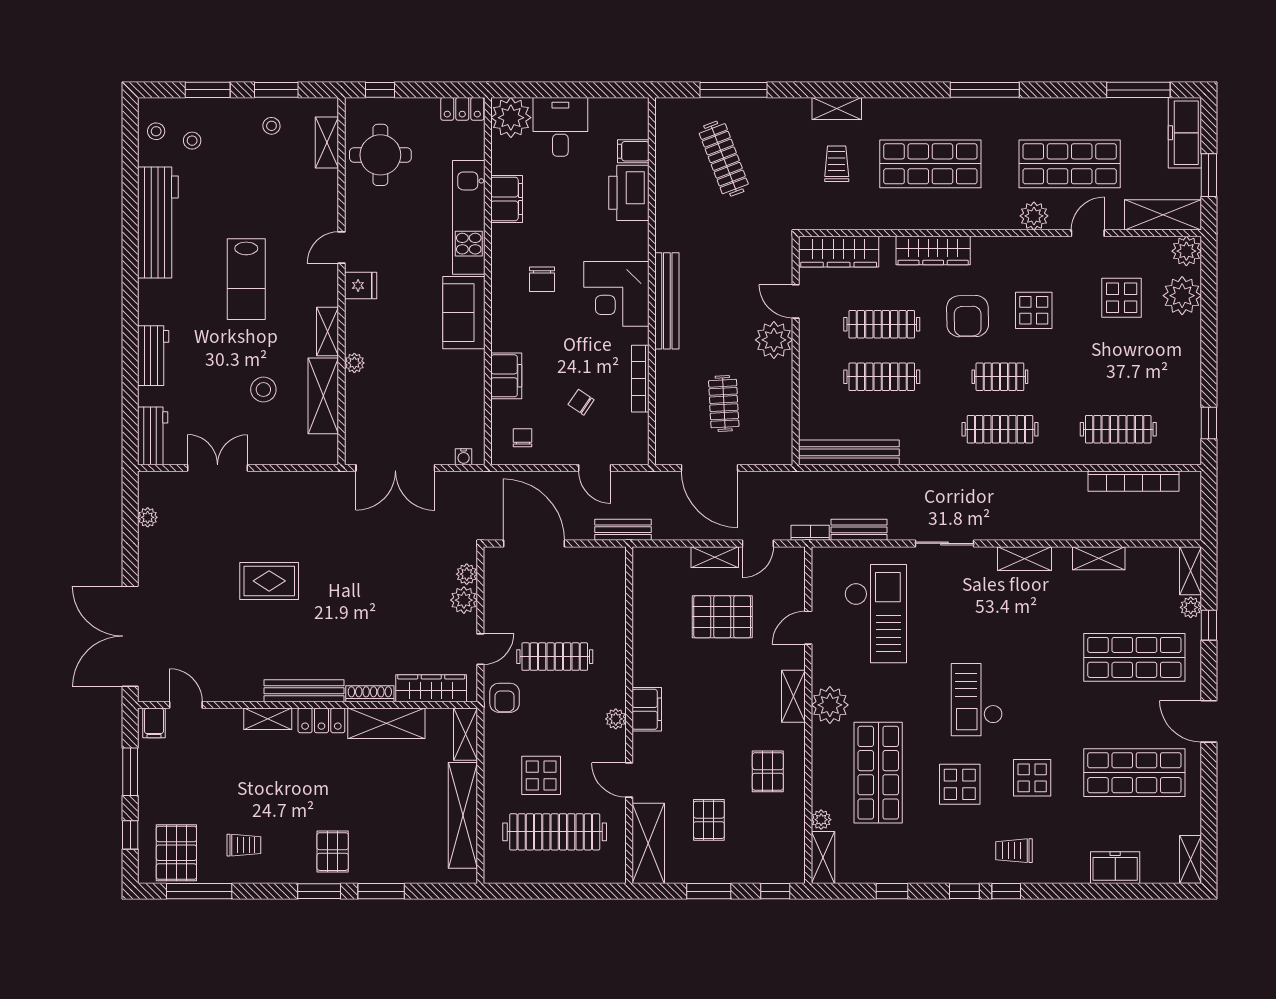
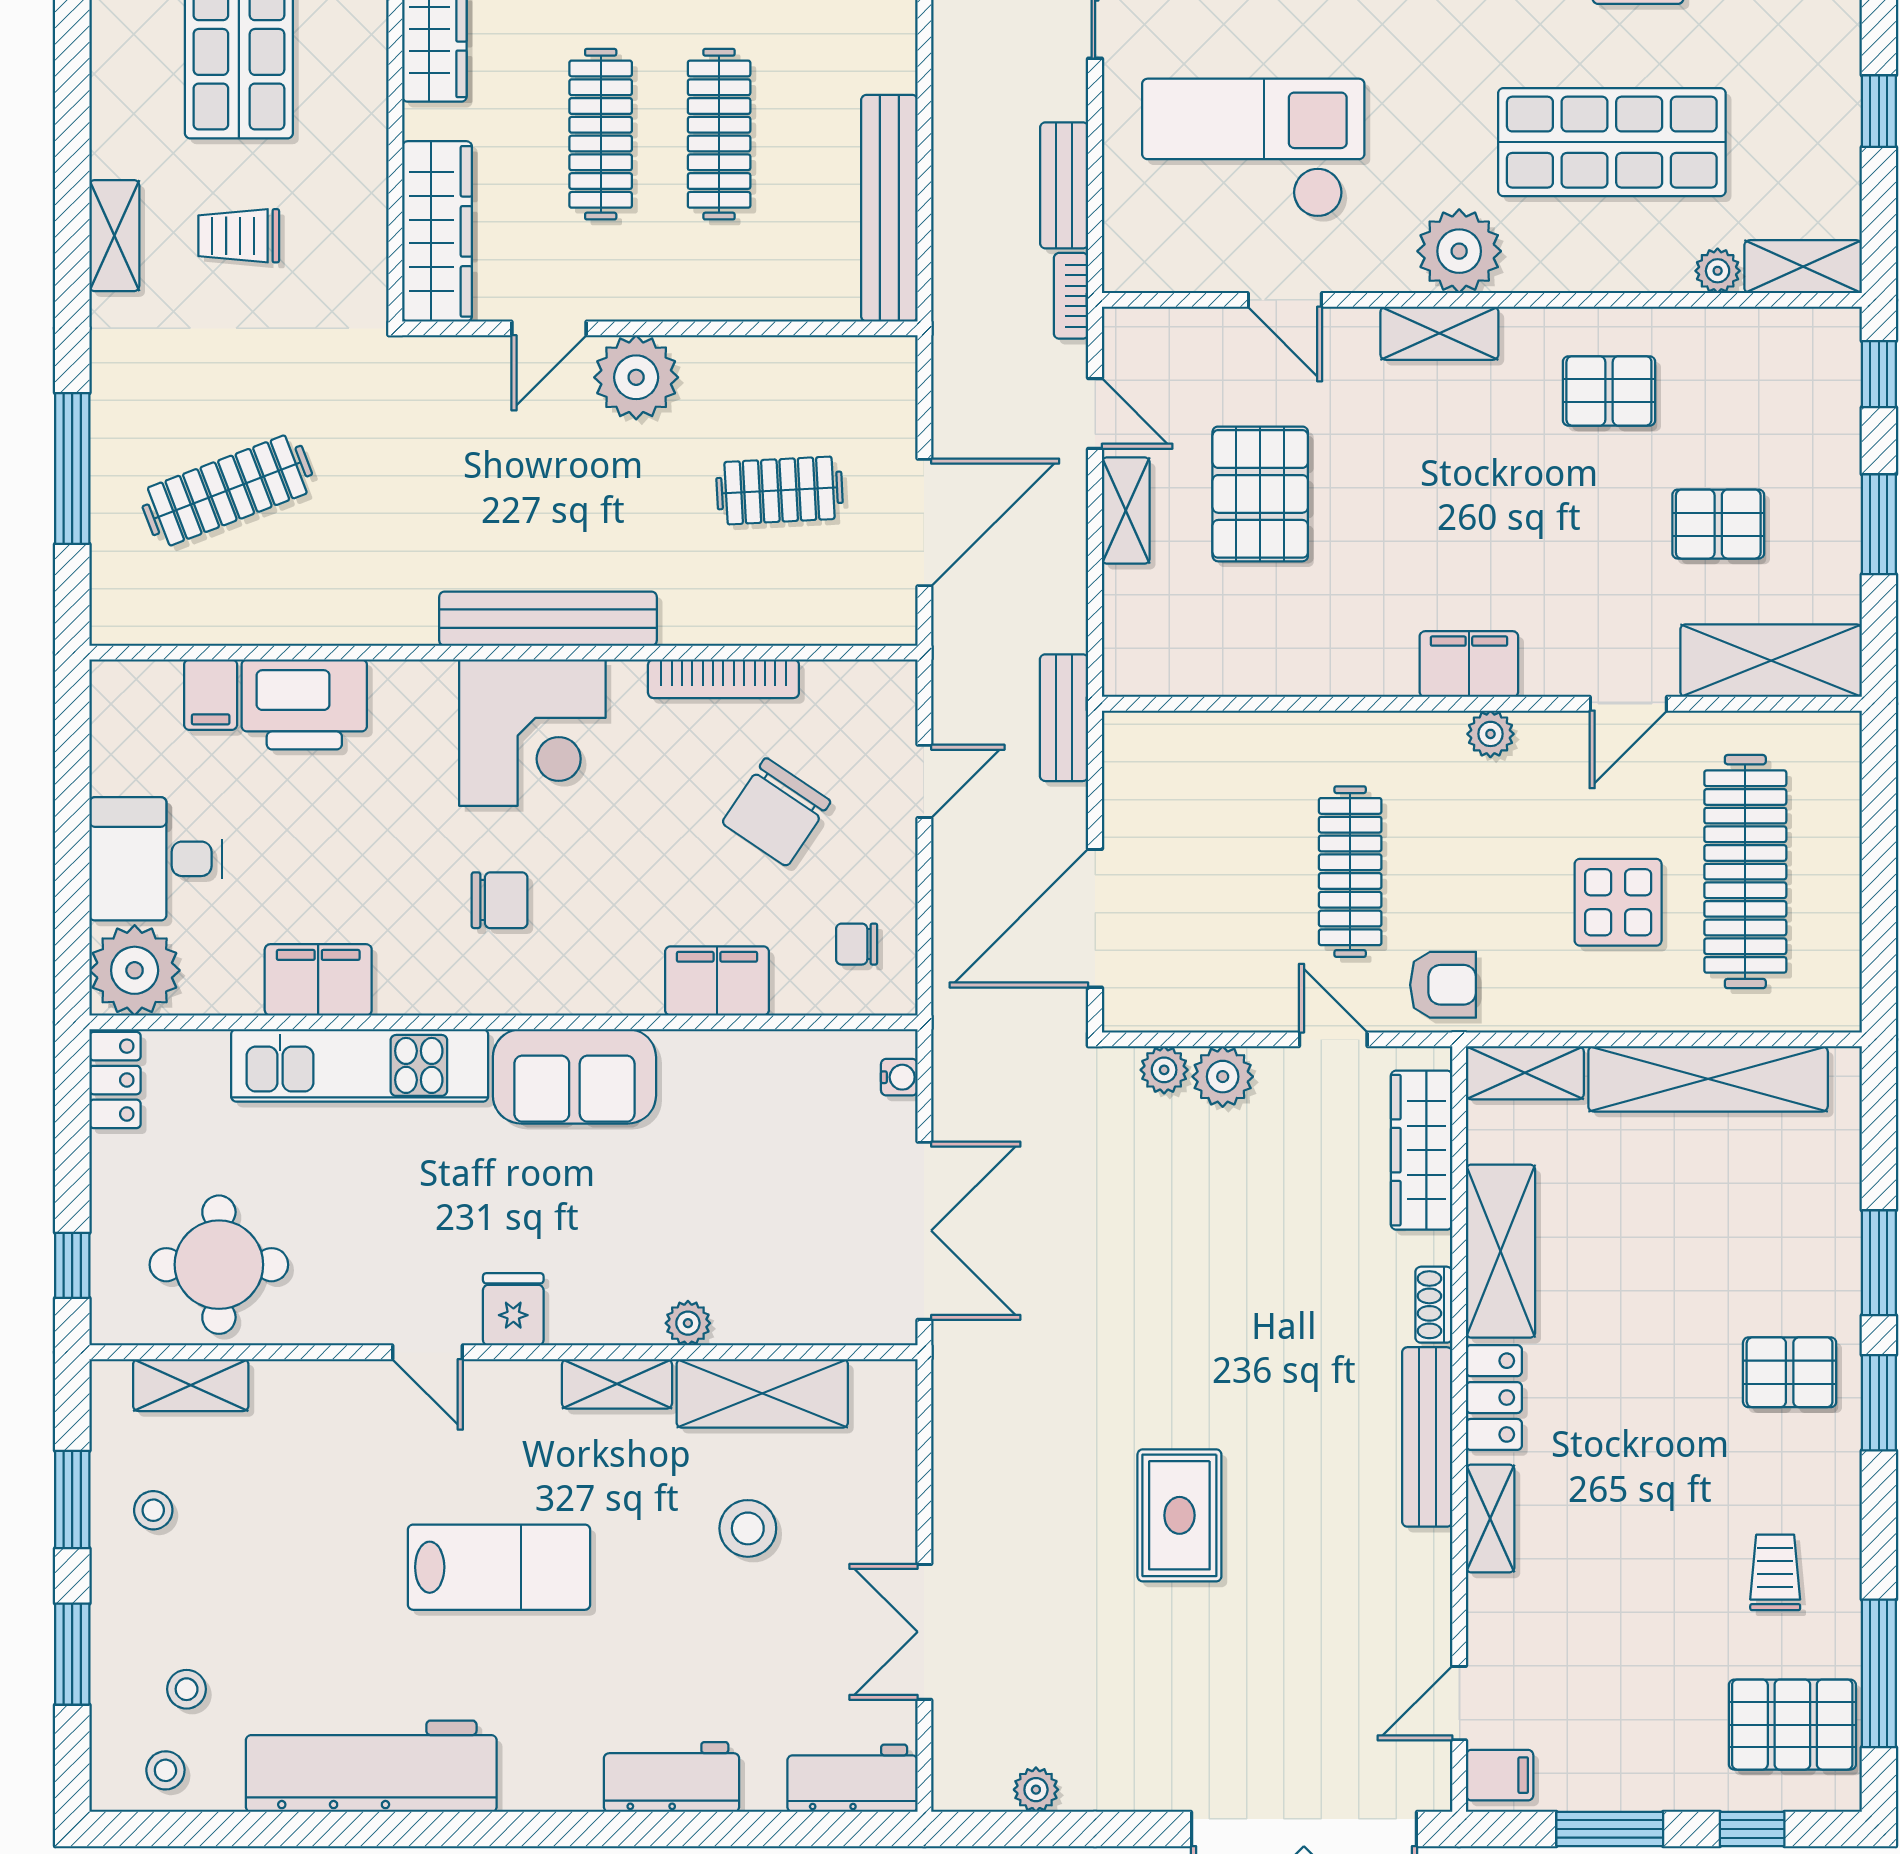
chair: (581, 402) -> (776, 812), width x1.87, depth x1.87
shoe rack: (370, 694) -> (1434, 1305), width x0.70

